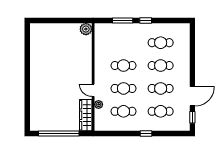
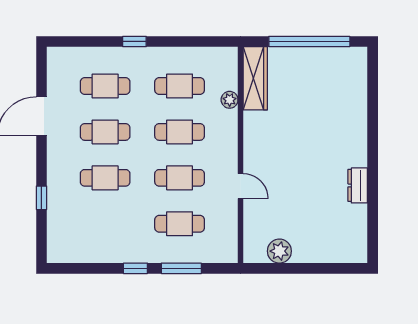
plant: (86, 29) -> (279, 251), moved
cafe table: (161, 43) -> (180, 224), moved
dresser: (35, 62) -> (358, 185), added
door: (93, 90) -> (240, 186), moved
window: (192, 117) -> (41, 198), moved

